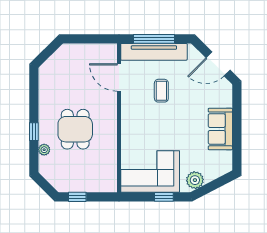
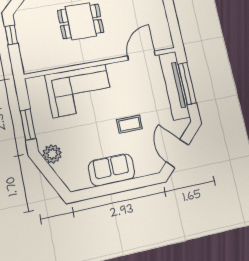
coffee table: (161, 91) -> (129, 124), moved
corner sofa: (150, 172) -> (79, 91), moved, turned 90
window: (164, 197) -> (28, 124), width x1.50

